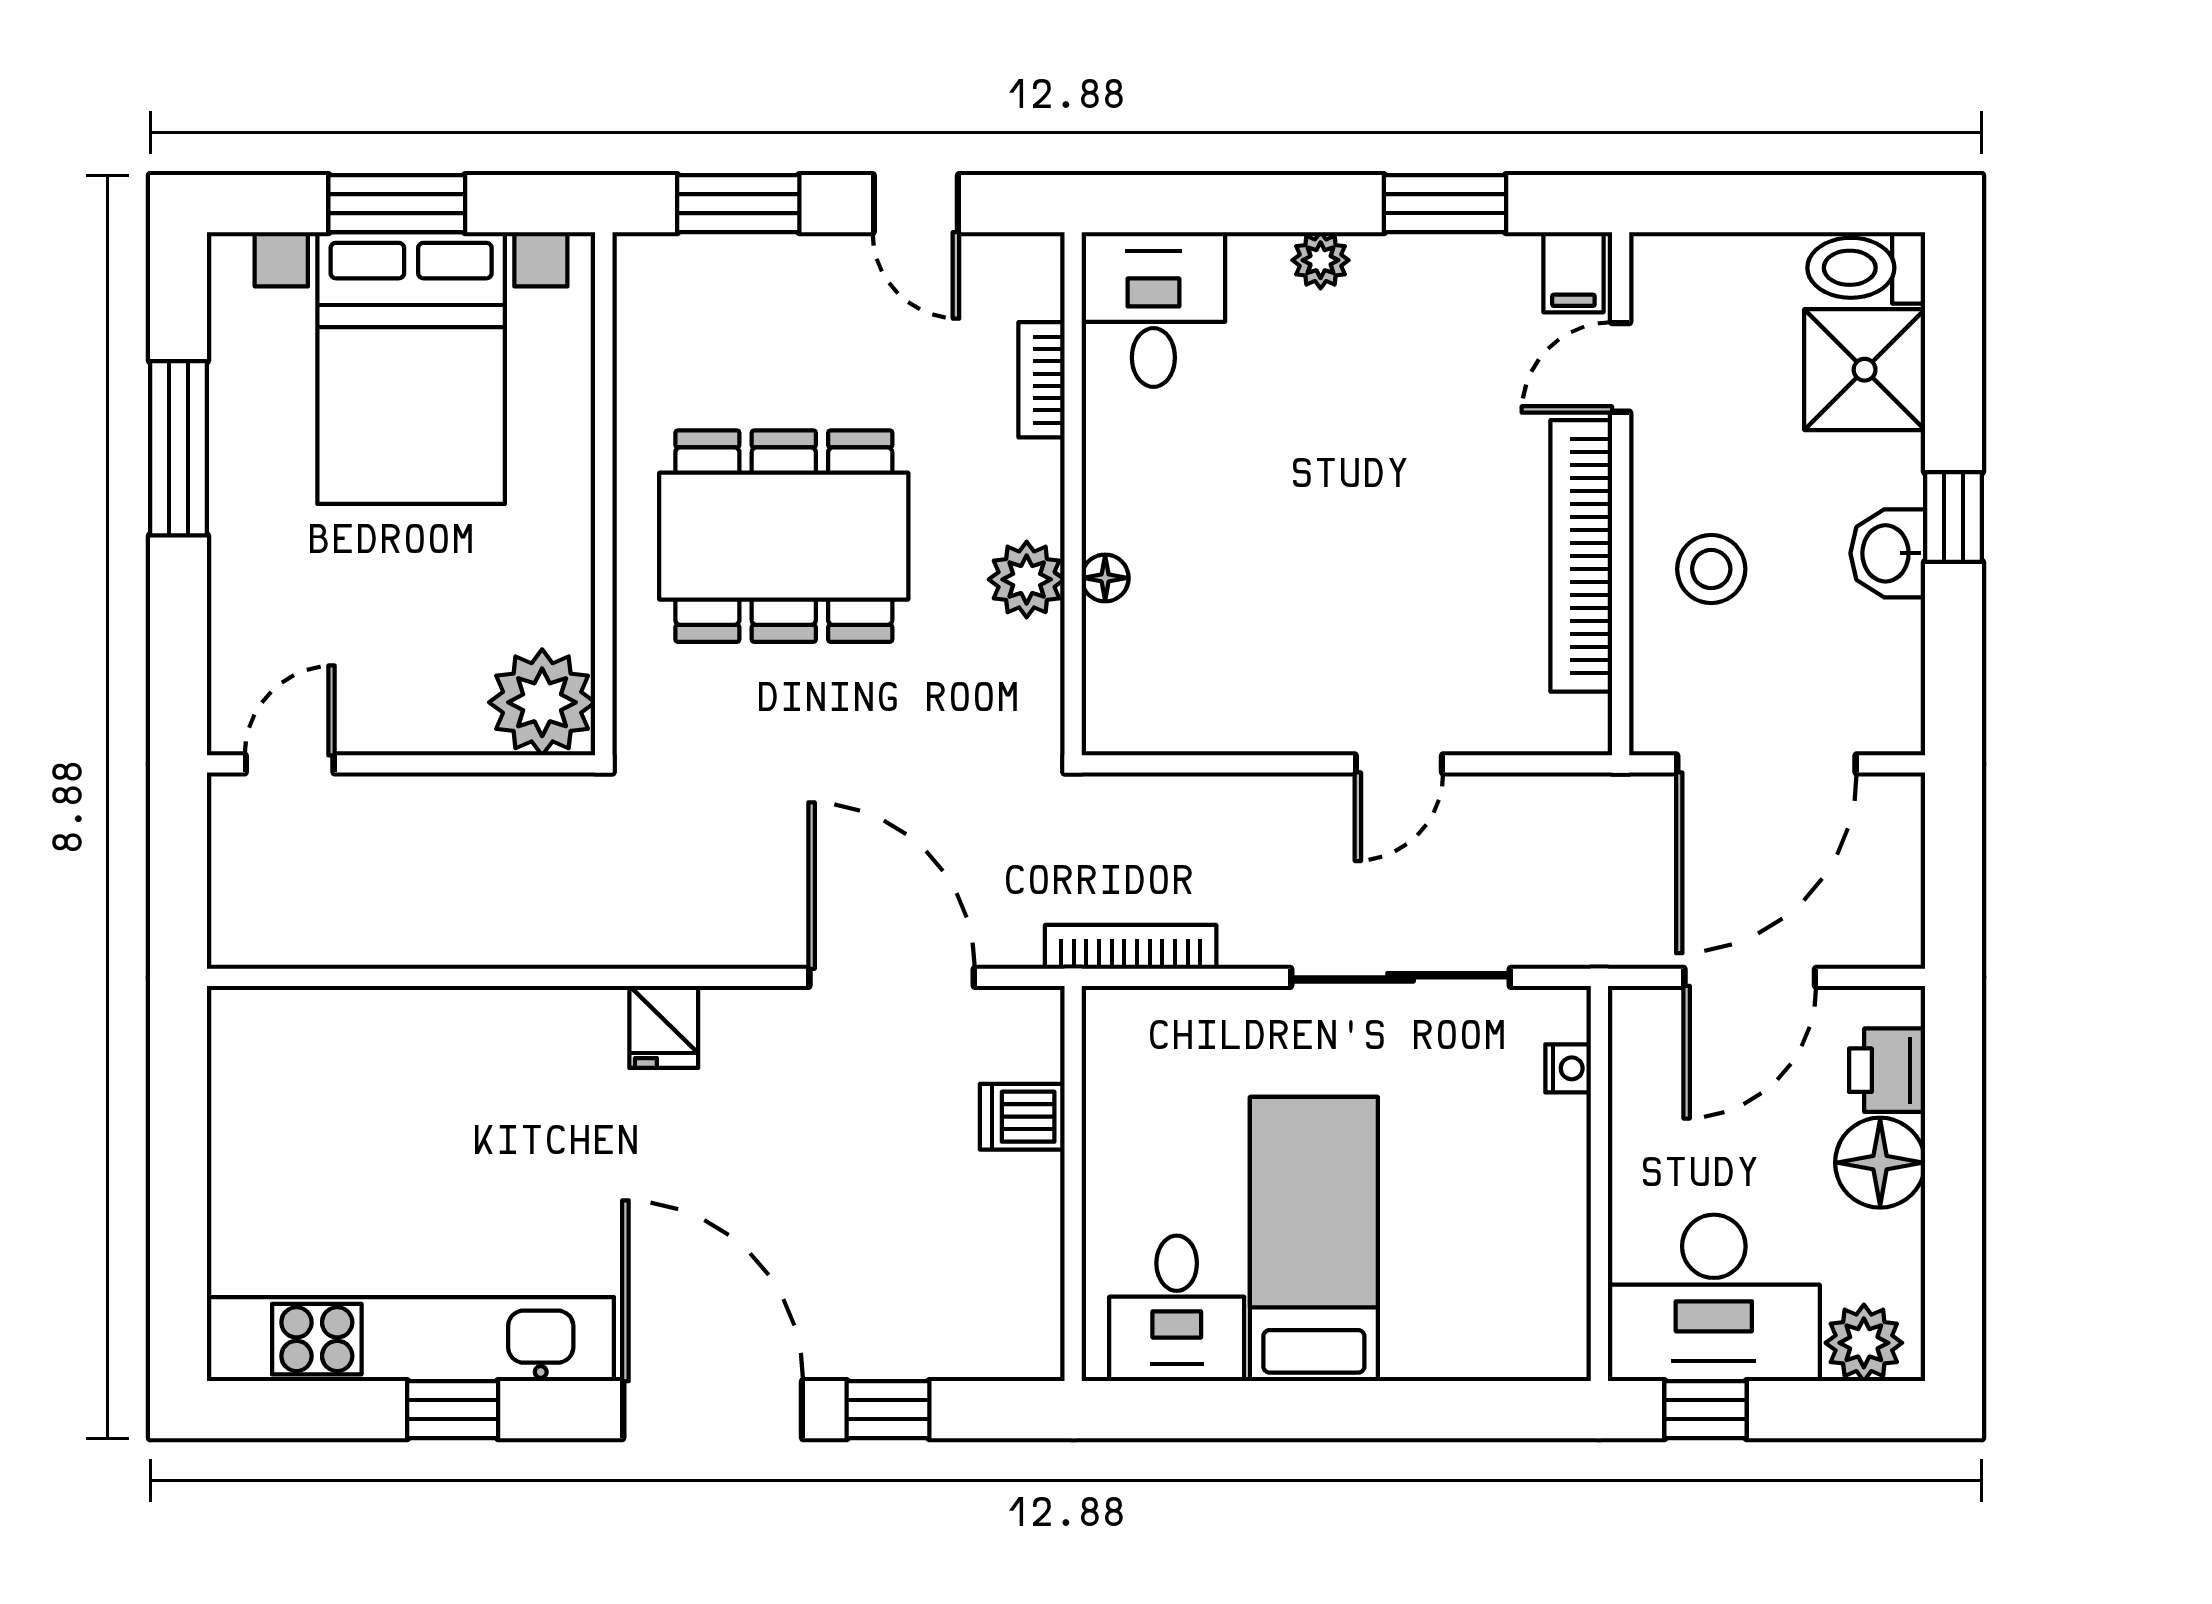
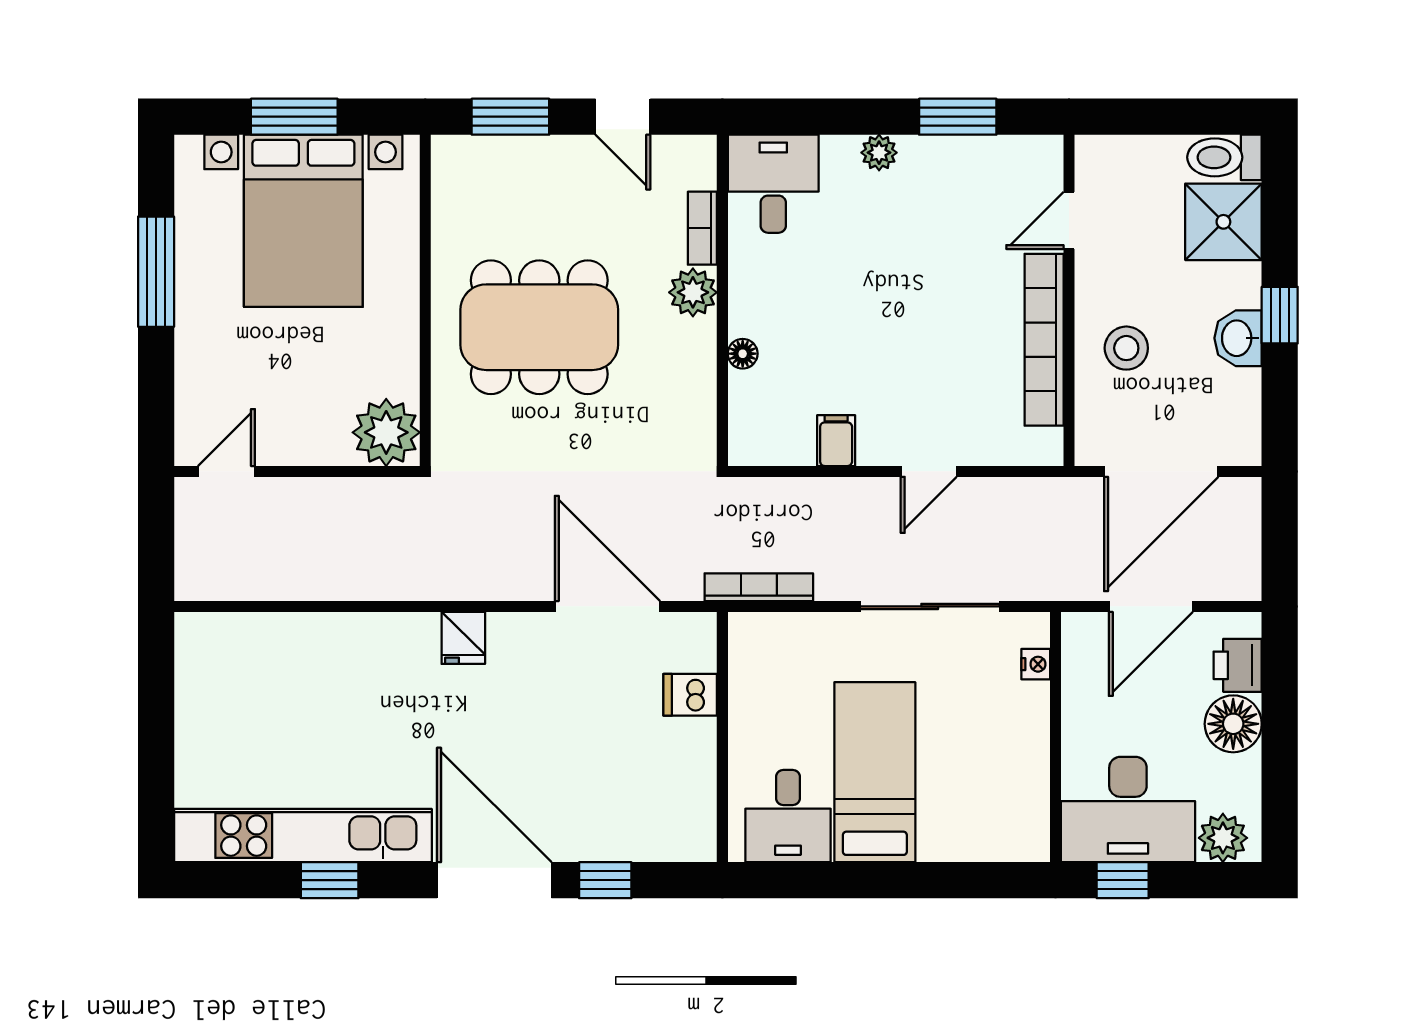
filing cabinet: (1573, 272) -> (836, 441), moved, turned 180
plant: (1027, 579) -> (693, 292), moved

